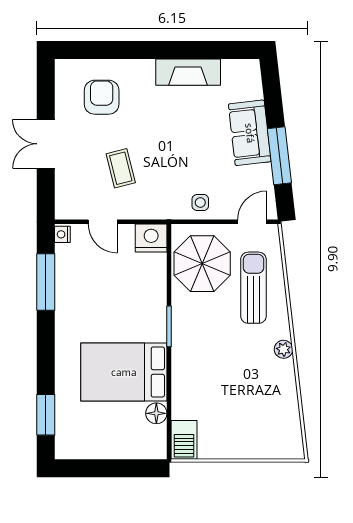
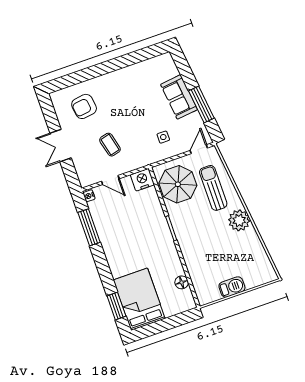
fireplace: (188, 72) -> (130, 74), removed
armchair: (102, 97) -> (84, 106), turned -98
side table: (200, 203) -> (163, 137), moved
plant: (283, 349) -> (239, 220), width x1.87, depth x1.87
bed: (124, 372) -> (139, 299), moved, turned 90
barbecue: (184, 440) -> (232, 287), moved, turned -90

